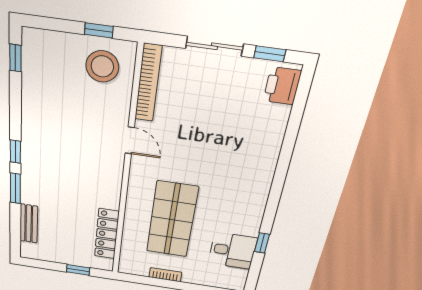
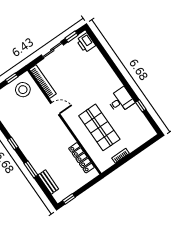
window: (15, 152) -> (13, 143), moved
desk: (233, 251) -> (121, 100), moved
window: (78, 270) -> (69, 199), moved

